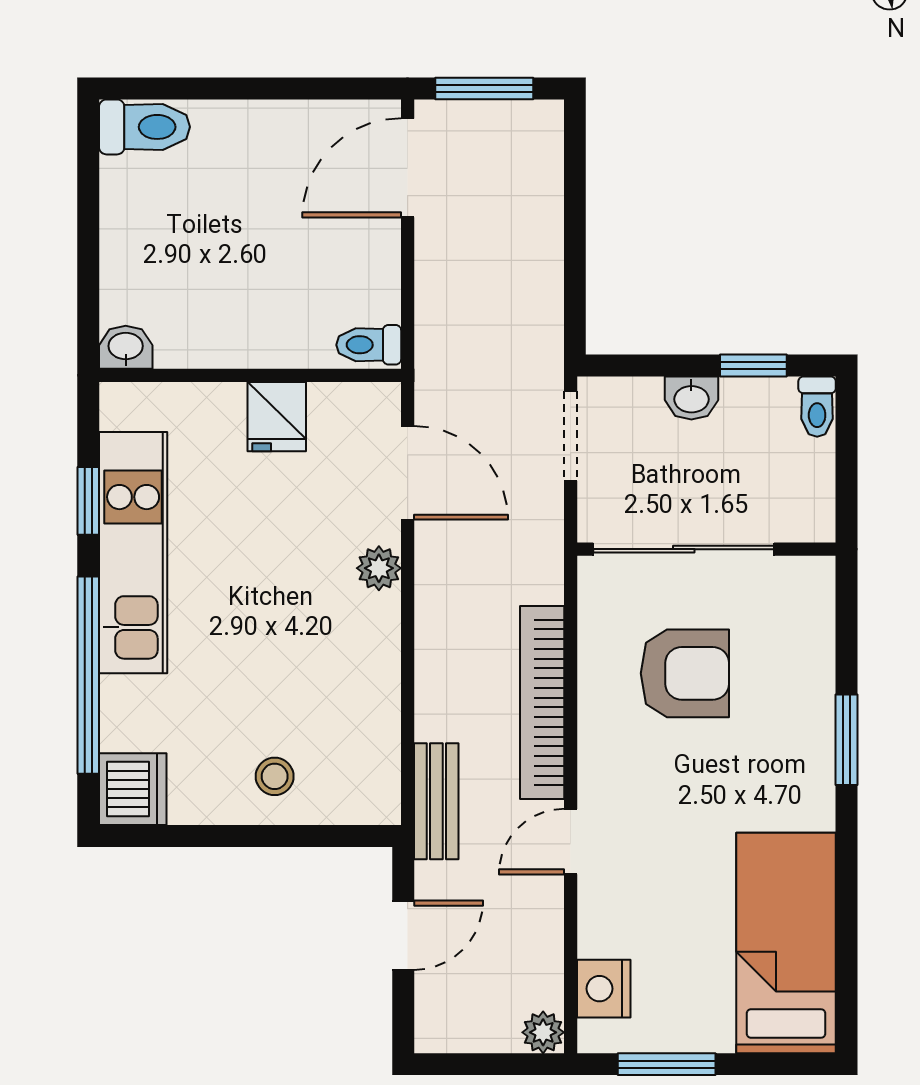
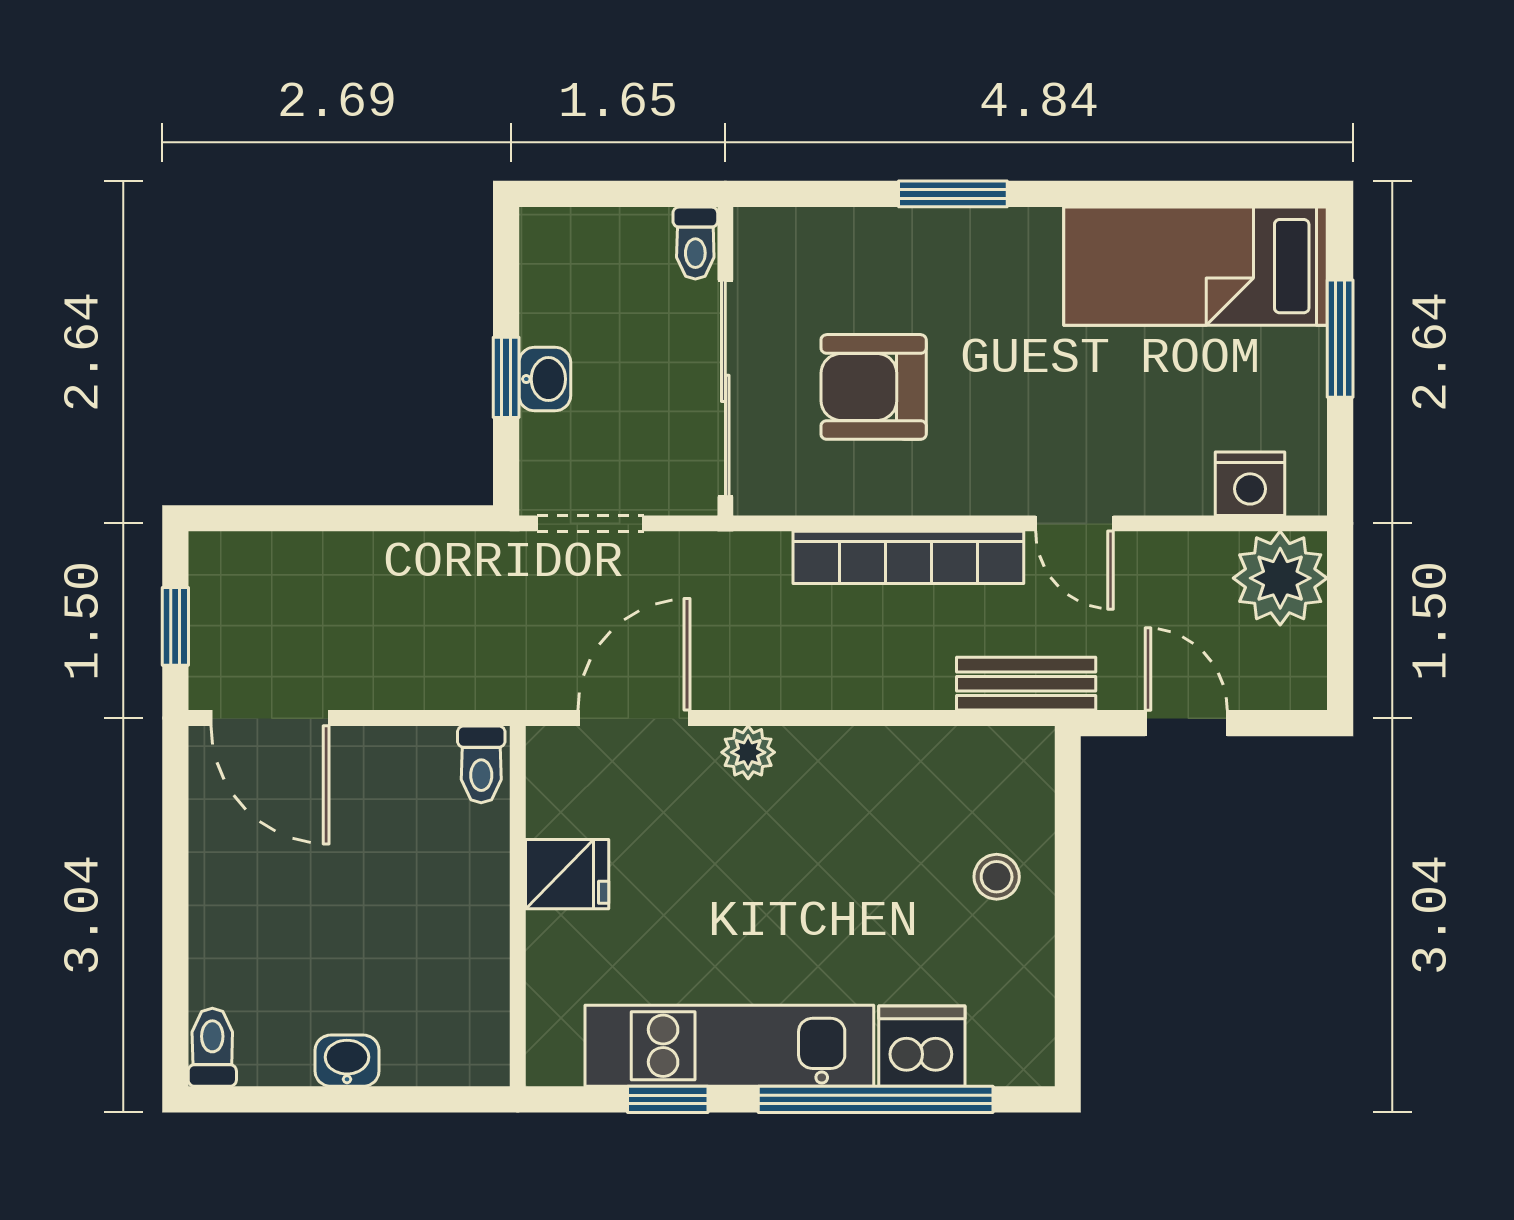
window: (484, 89) -> (175, 626), width x0.67
toilet: (144, 127) -> (212, 1047), width x0.73, depth x0.72
washbasin: (126, 347) -> (347, 1061), moved, turned 90
window: (753, 366) -> (506, 377), moved
toilet: (817, 407) -> (695, 243), moved, turned 90
armchair: (685, 673) -> (874, 387), turned -90
dishwasher: (133, 789) -> (922, 1046), moved
plant: (543, 1032) -> (1280, 578), width x1.87, depth x1.87
window: (667, 1064) -> (1340, 339), moved

